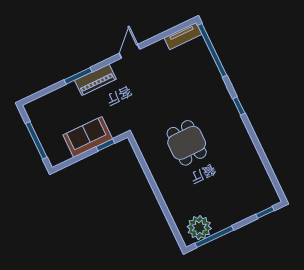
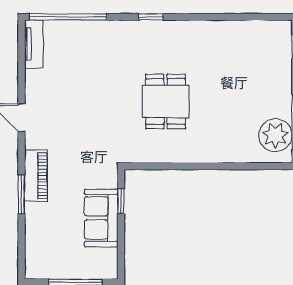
dining table: (187, 143) -> (166, 101), turned 90

